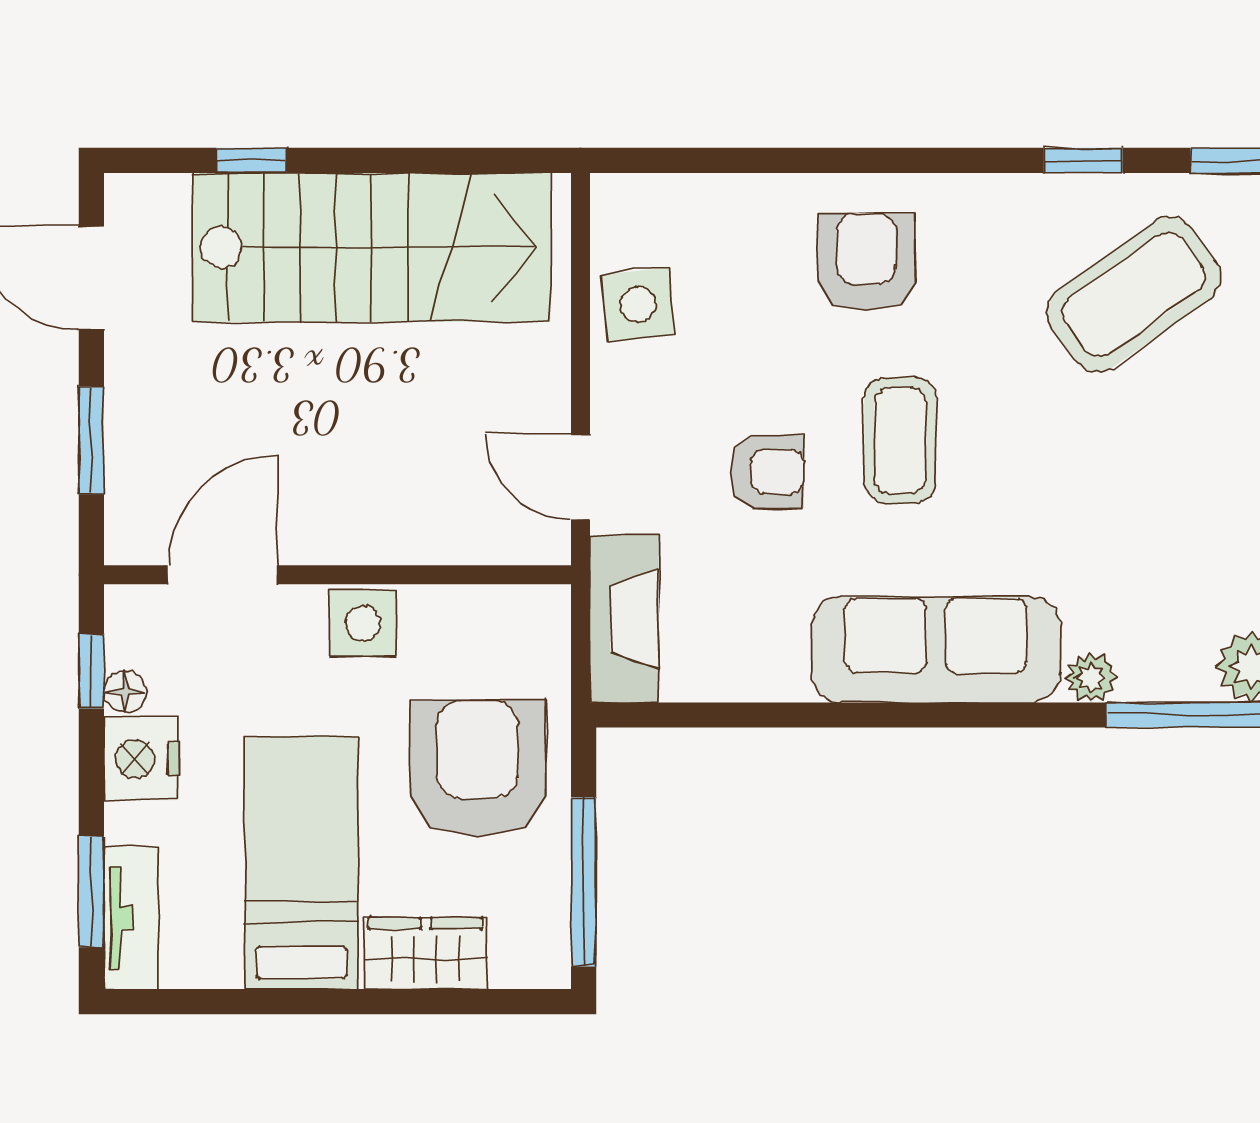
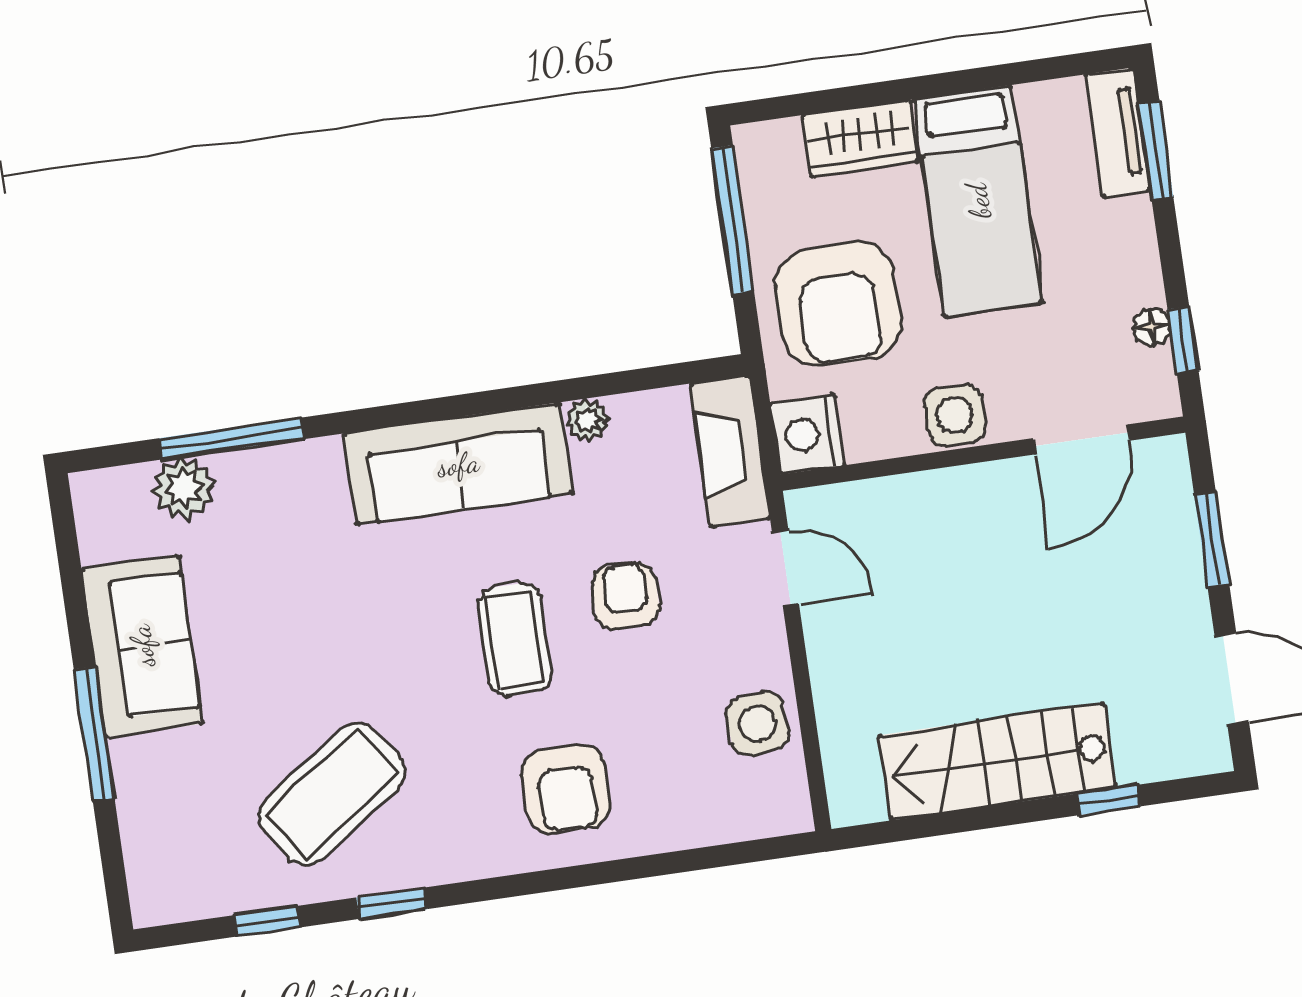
stairs: (372, 247) -> (997, 762), width x0.73, depth x0.66
armchair: (767, 472) -> (625, 596), turned 90
plant: (1091, 678) -> (588, 420), moved
nightstand: (141, 759) -> (807, 434), moved, turned 180

